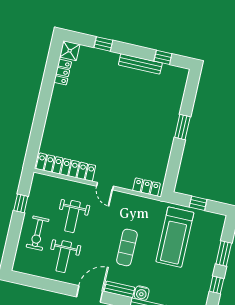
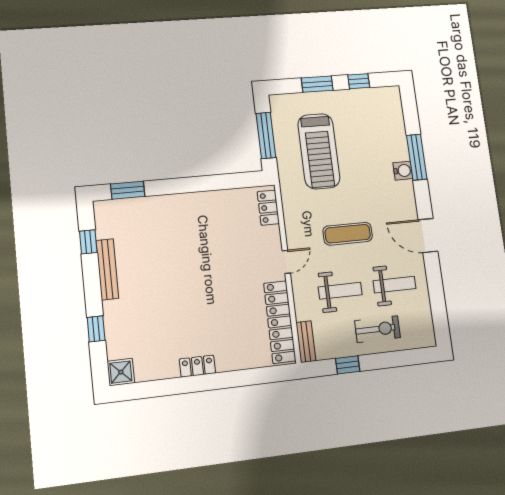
locker: (63, 72) -> (197, 366), moved
window: (182, 127) -> (128, 190), moved
window: (198, 203) -> (266, 135), width x2.17
treadmill: (175, 237) -> (319, 151), turned 90
exercise mat: (127, 247) -> (348, 234), moved
bench: (119, 289) -> (306, 342), moved

